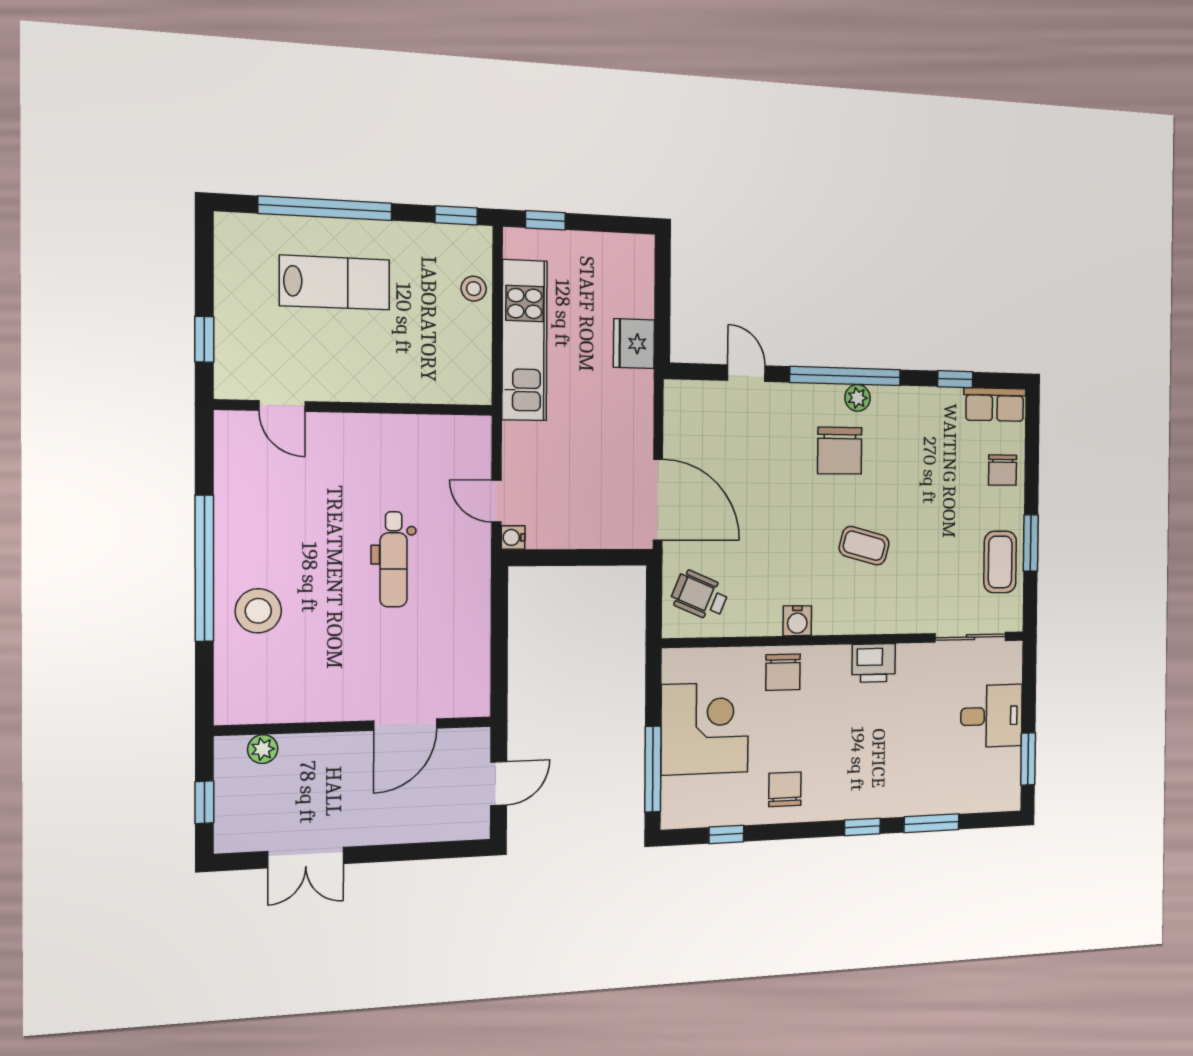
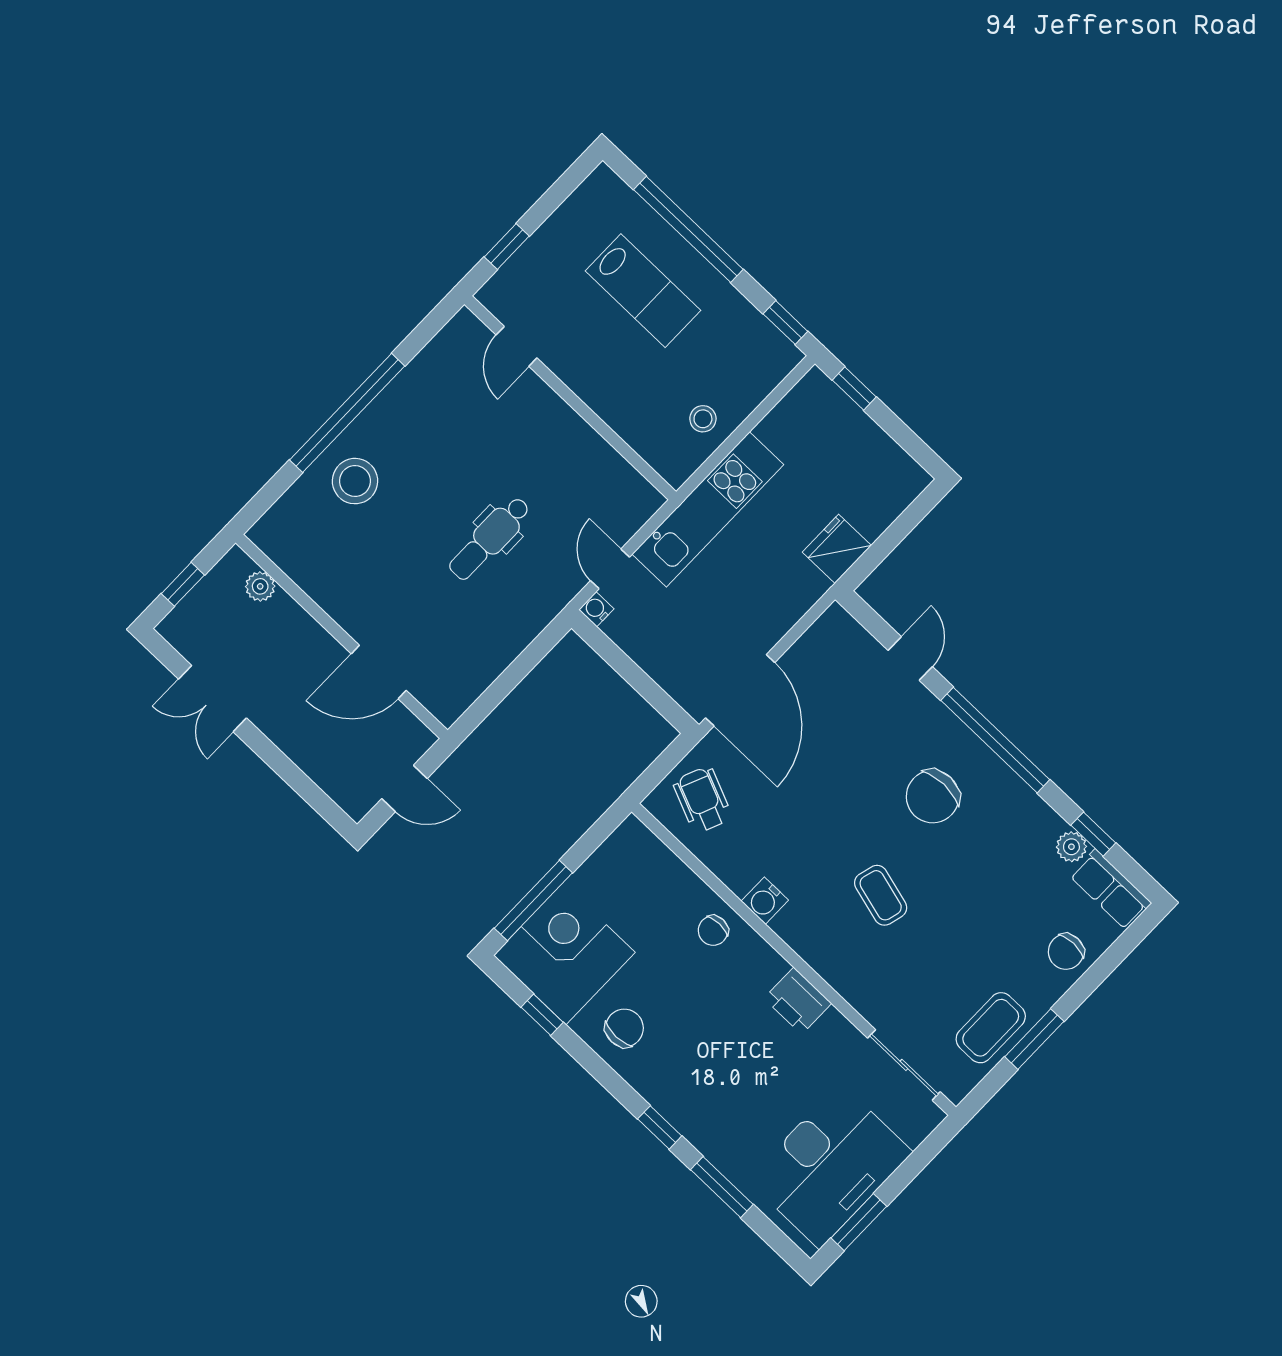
stool: (474, 289) -> (703, 419), moved
kitchen unit: (524, 340) -> (708, 509), moved
plant: (858, 398) -> (1071, 847), moved
chair: (783, 672) -> (713, 931), width x0.73, depth x0.73
desk: (991, 716) -> (830, 1166), width x1.87, depth x1.30
corner desk: (705, 728) -> (564, 954), moved, turned -90

